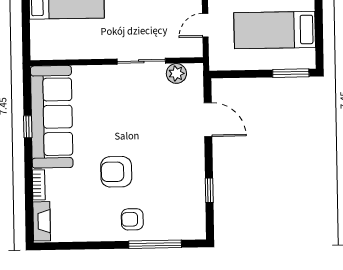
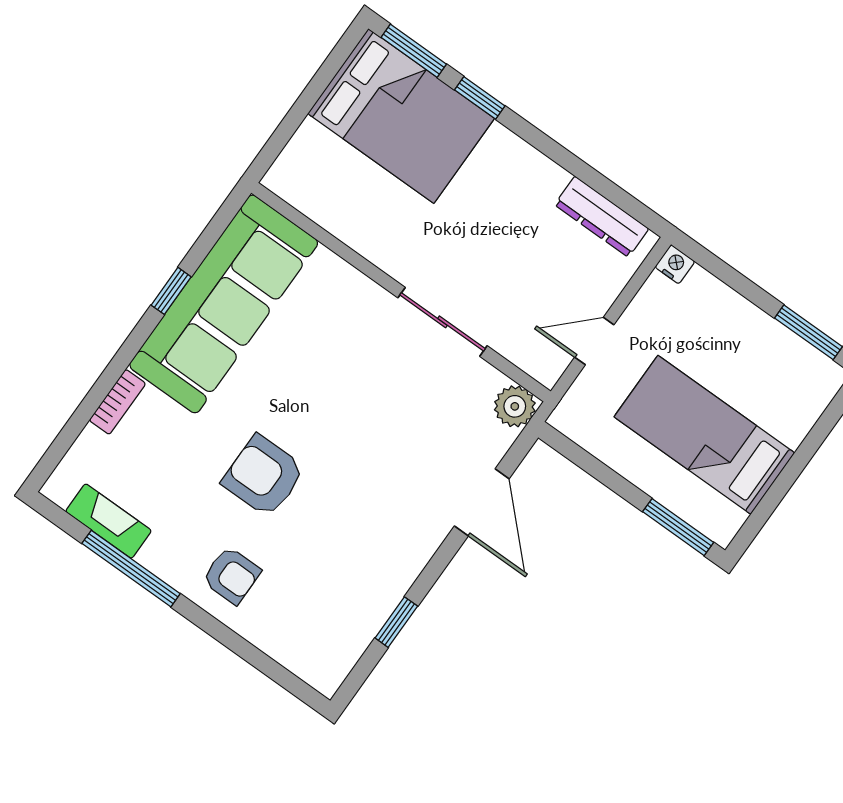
plant: (176, 73) -> (515, 406), moved
armchair: (132, 219) -> (232, 575), turned 180
fireplace: (42, 221) -> (109, 521), moved, turned -90
window: (155, 244) -> (131, 569), moved

